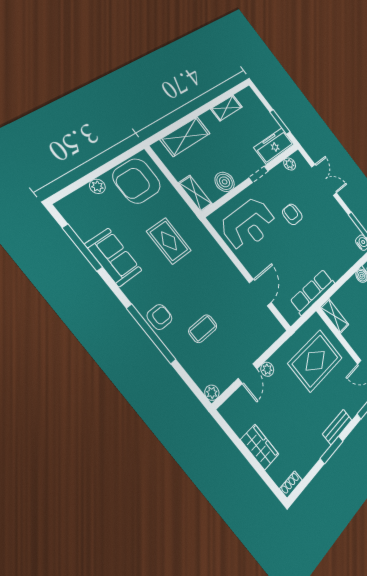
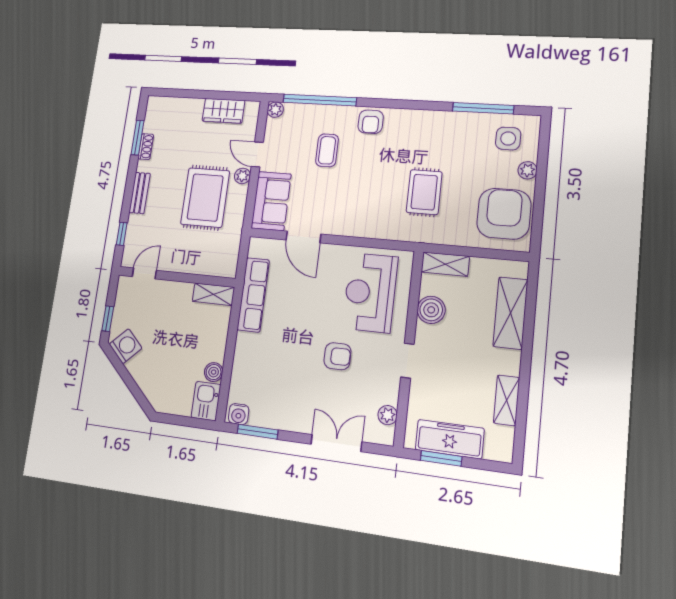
freezer: (274, 146) -> (450, 439), moved, turned -90
double door: (324, 180) -> (336, 443), swing flipped
side table: (88, 215) -> (508, 139), added
rug: (169, 241) -> (424, 192), turned 90
sofa: (113, 257) -> (271, 201), moved, turned -90
window: (151, 334) -> (320, 100), moved
rug: (315, 361) -> (205, 198), moved
wardrobe: (260, 447) -> (223, 111), moved
window: (332, 450) -> (138, 138), moved
shoe rack: (291, 484) -> (146, 147), moved

